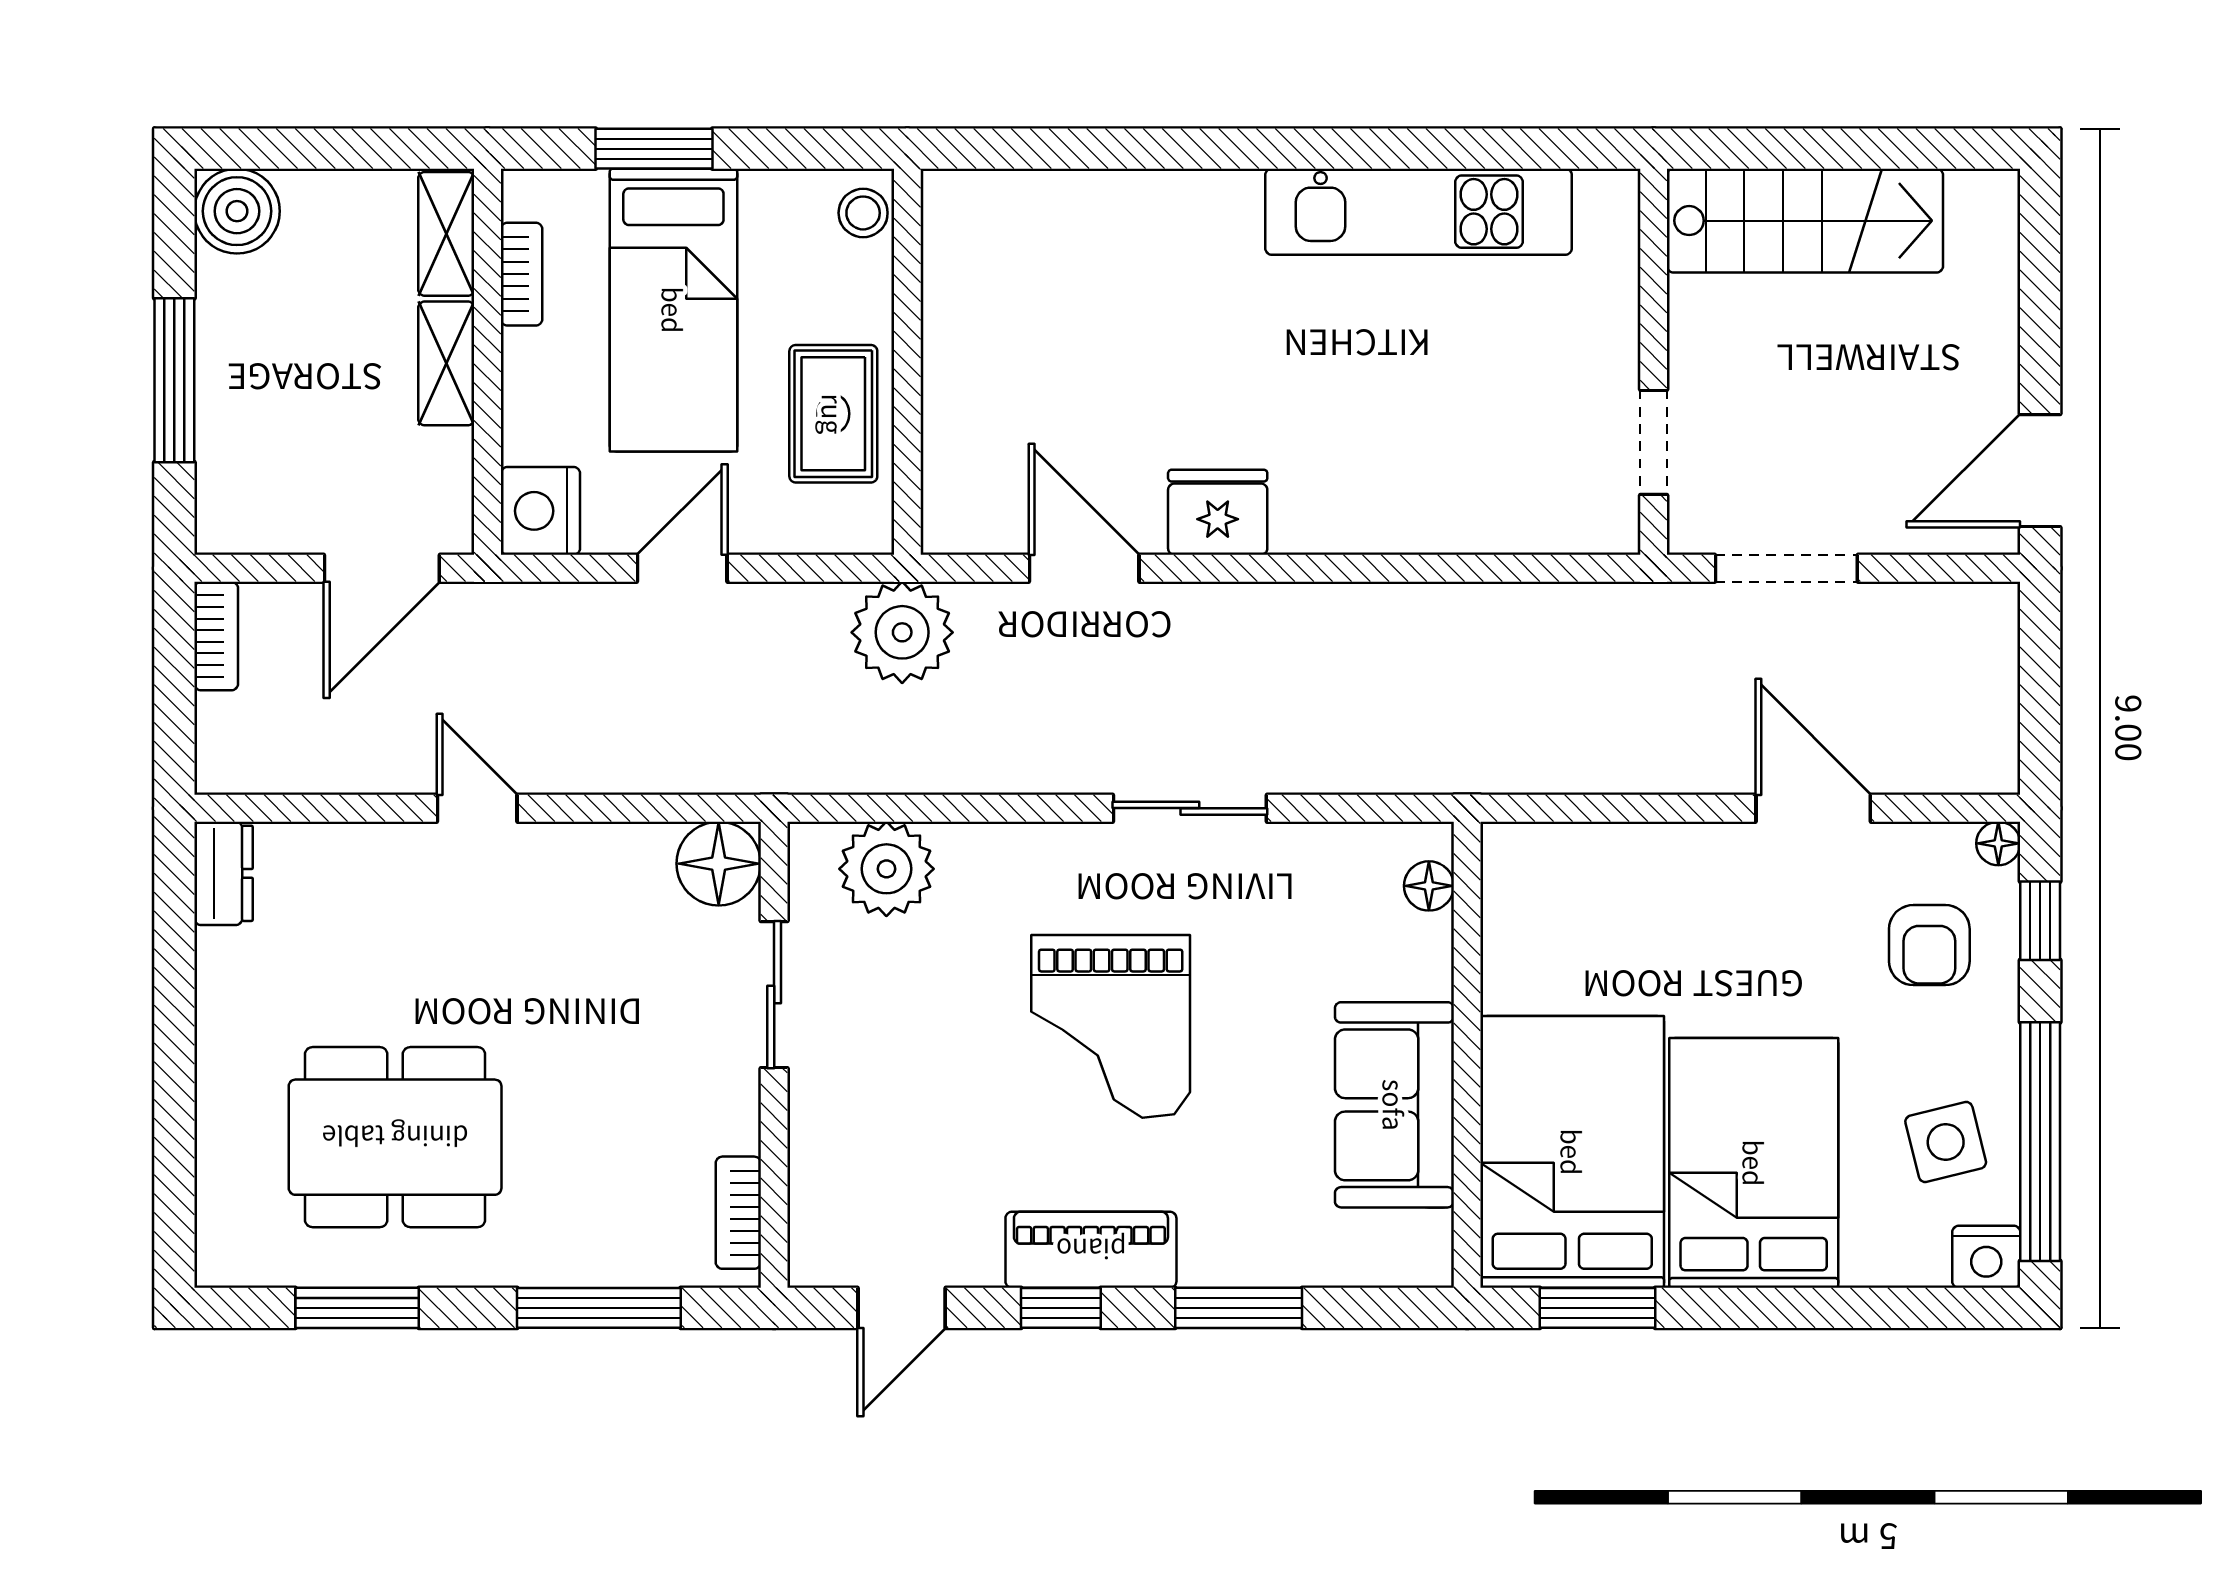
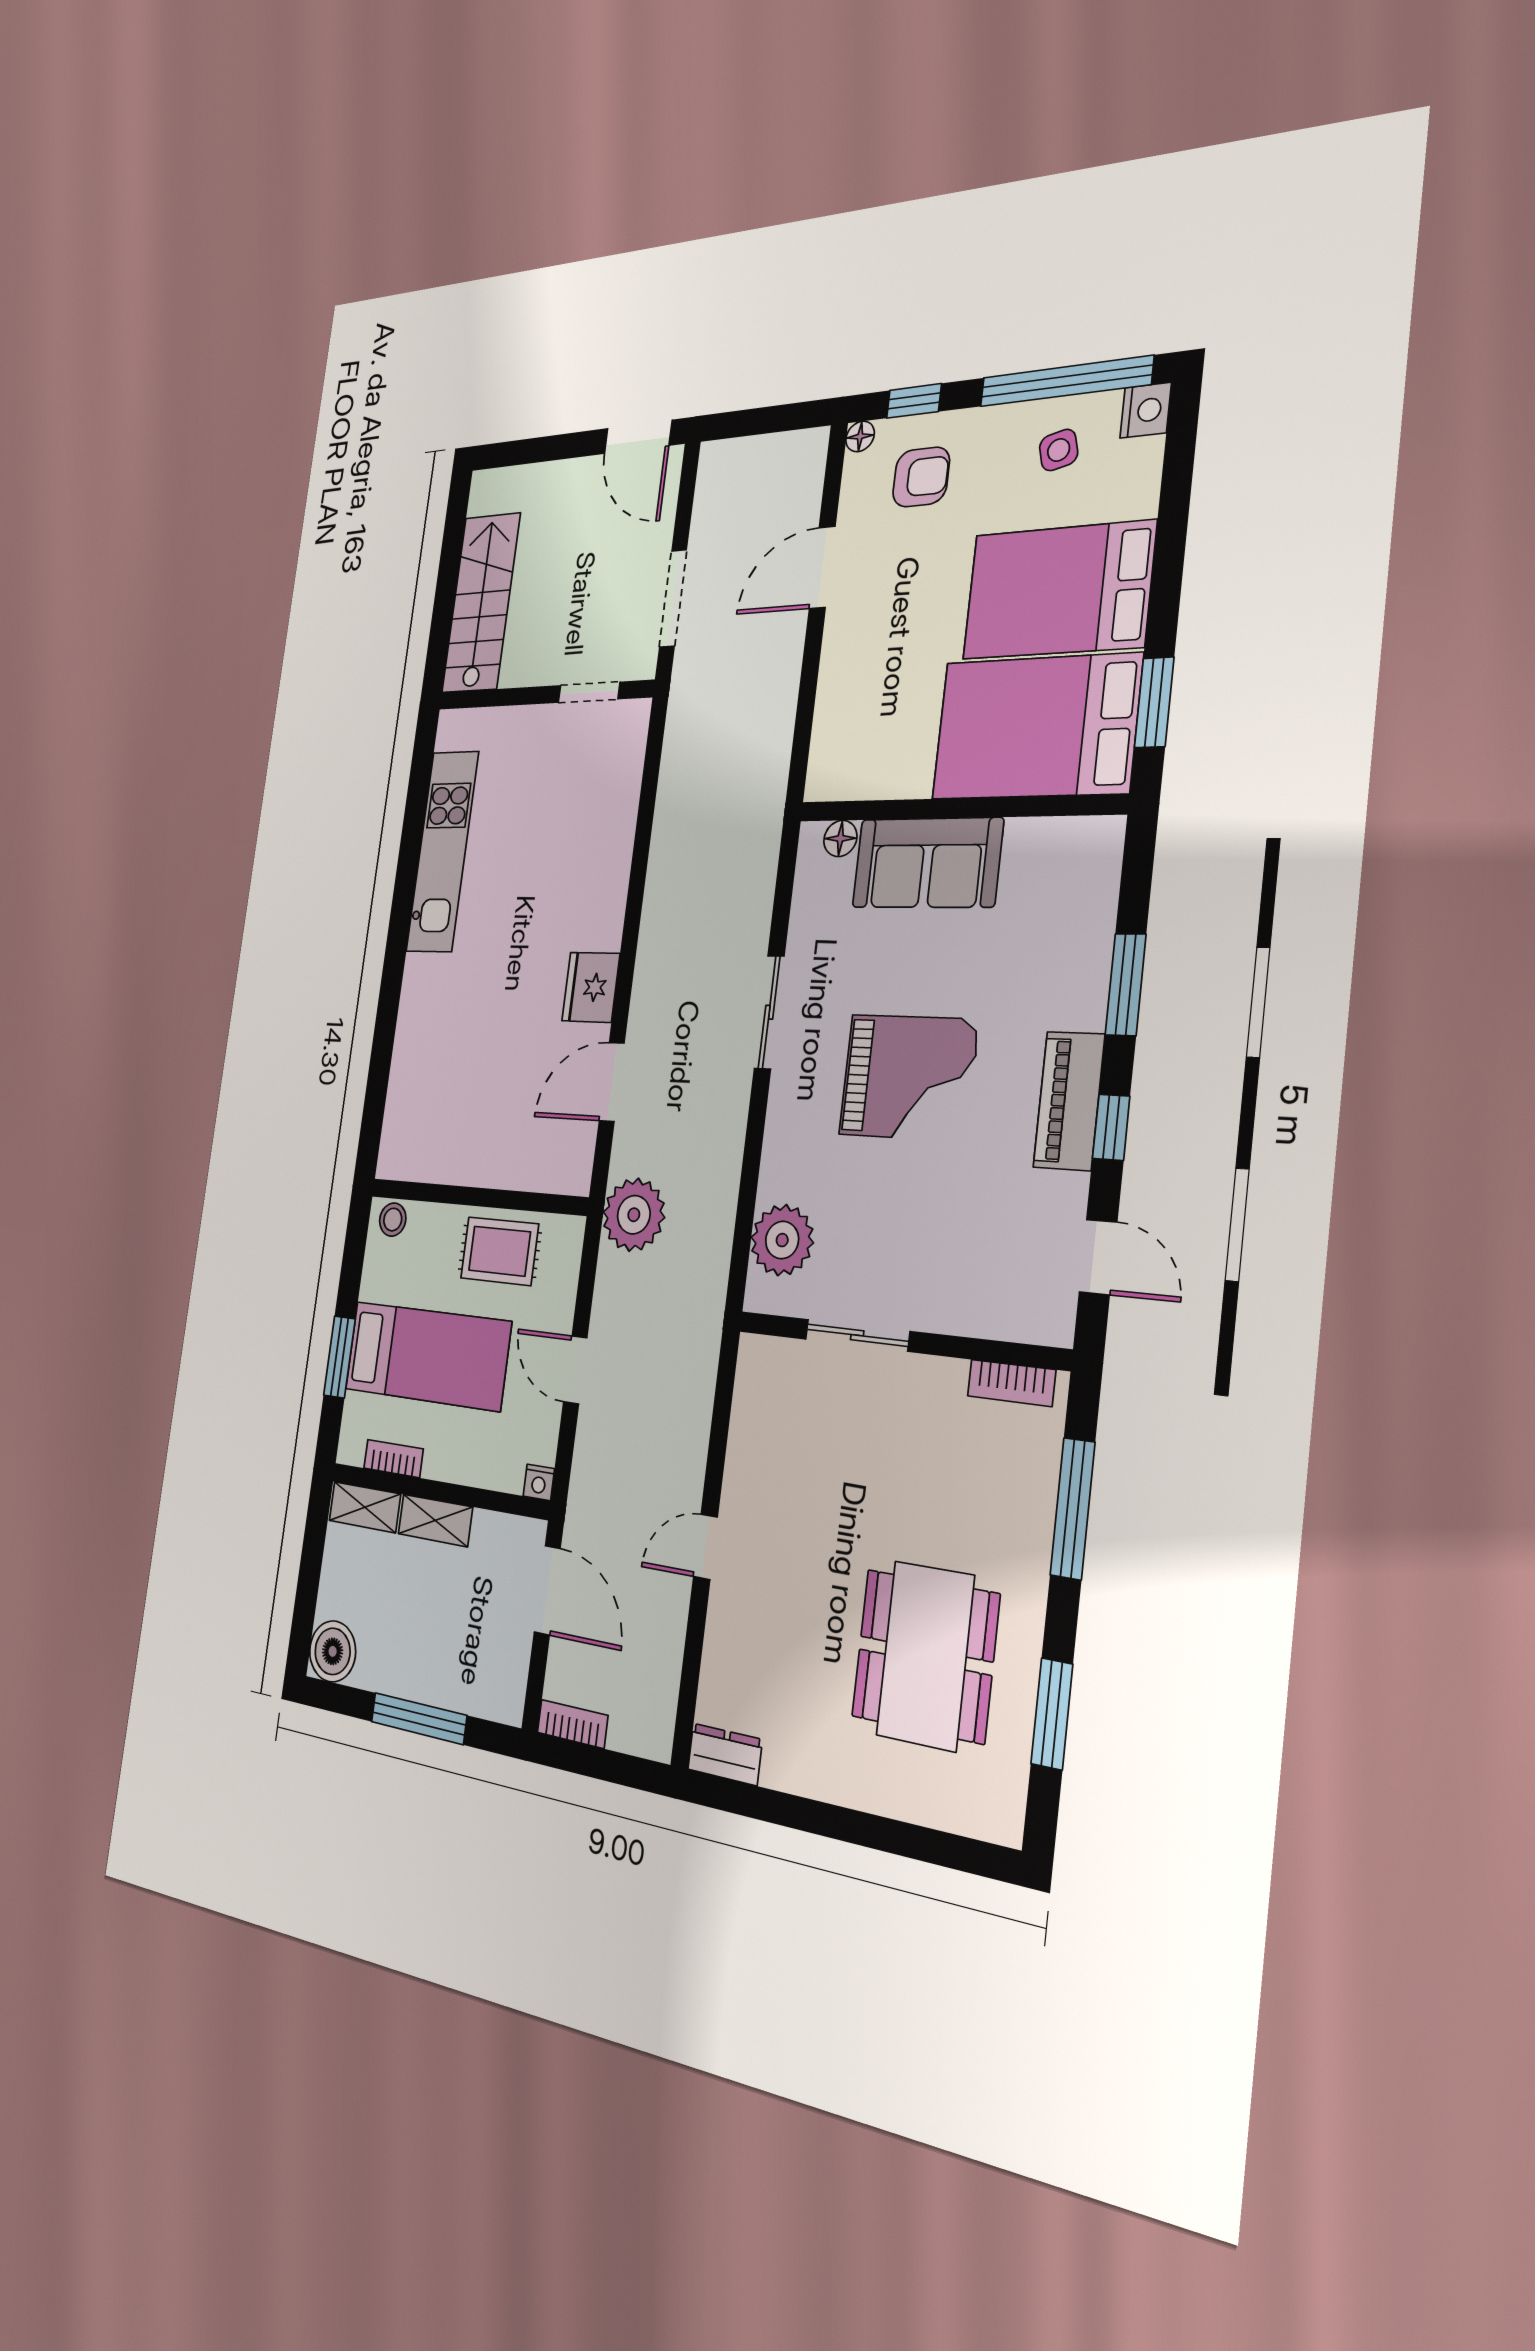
nightstand: (540, 511) -> (539, 1482), width x0.53, depth x0.56
floor lamp: (719, 864) -> (764, 1367), removed
sofa: (1394, 1105) -> (927, 863), moved
side table: (1946, 1142) -> (1059, 450), width x0.73, depth x0.73

